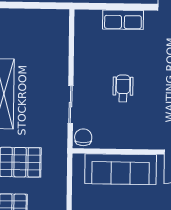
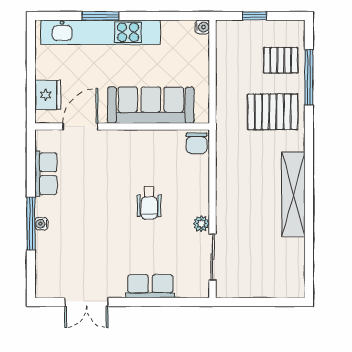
plant: (80, 71) -> (201, 224), added
sliding door: (71, 105) -> (213, 257), moved

